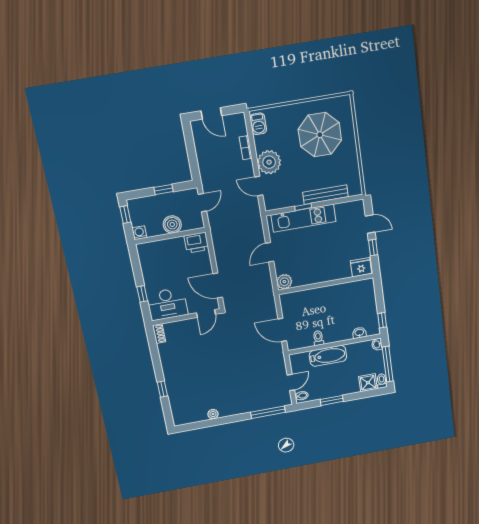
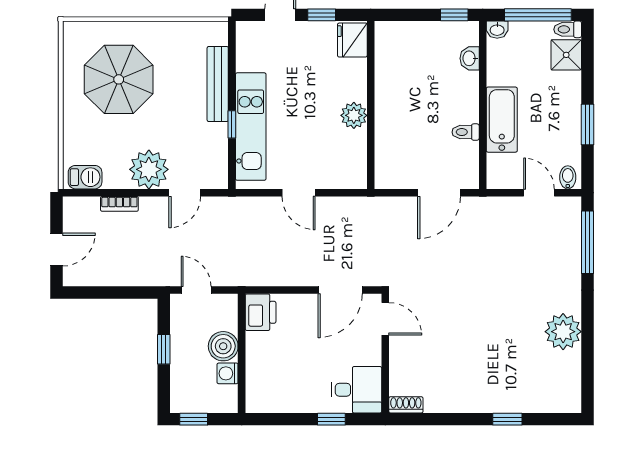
washing machine: (139, 233) -> (228, 373), moved
plant: (284, 282) -> (354, 115), moved
desk: (167, 304) -> (357, 390), width x0.73
plant: (213, 414) -> (563, 332), width x1.87, depth x1.87

